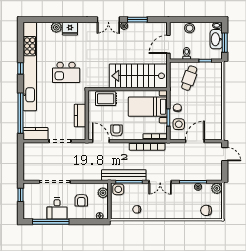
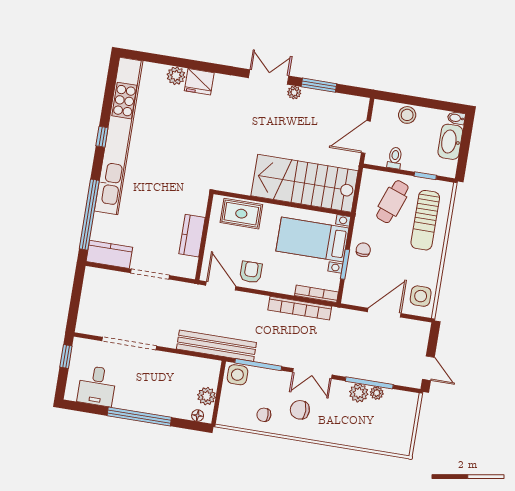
double door: (108, 20) -> (269, 77), swing flipped
window: (225, 43) -> (464, 150), removed
kitchen island: (66, 72) -> (180, 157), removed
sun lounger: (209, 85) -> (425, 220), added
side table: (179, 124) -> (421, 296), moved
door: (225, 154) -> (428, 368), moved
bench: (124, 175) -> (216, 346), moved
plant: (217, 188) -> (359, 393), moved
plant: (103, 193) -> (207, 396), moved
armchair: (81, 200) -> (170, 383), removed
desk: (57, 209) -> (97, 386), moved
chair: (206, 210) -> (300, 410), moved
window: (51, 222) -> (139, 417), moved

